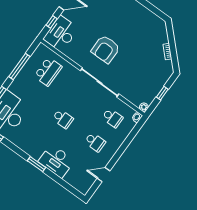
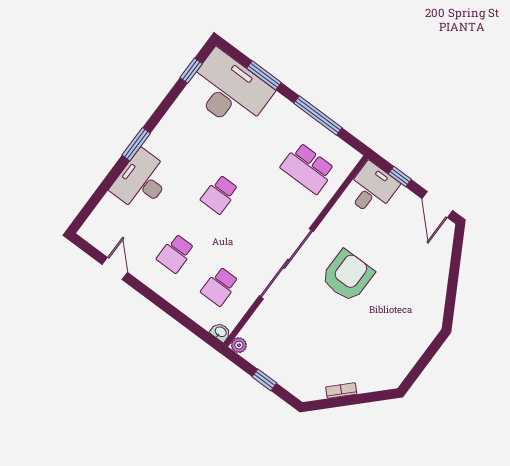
desk: (61, 34) -> (372, 189), width x0.73
armchair: (106, 49) -> (348, 276), turned 90

